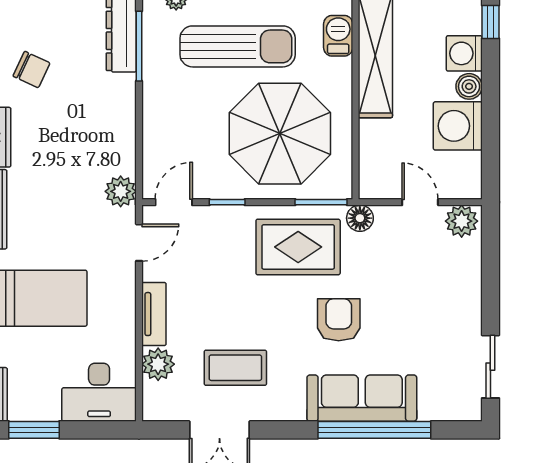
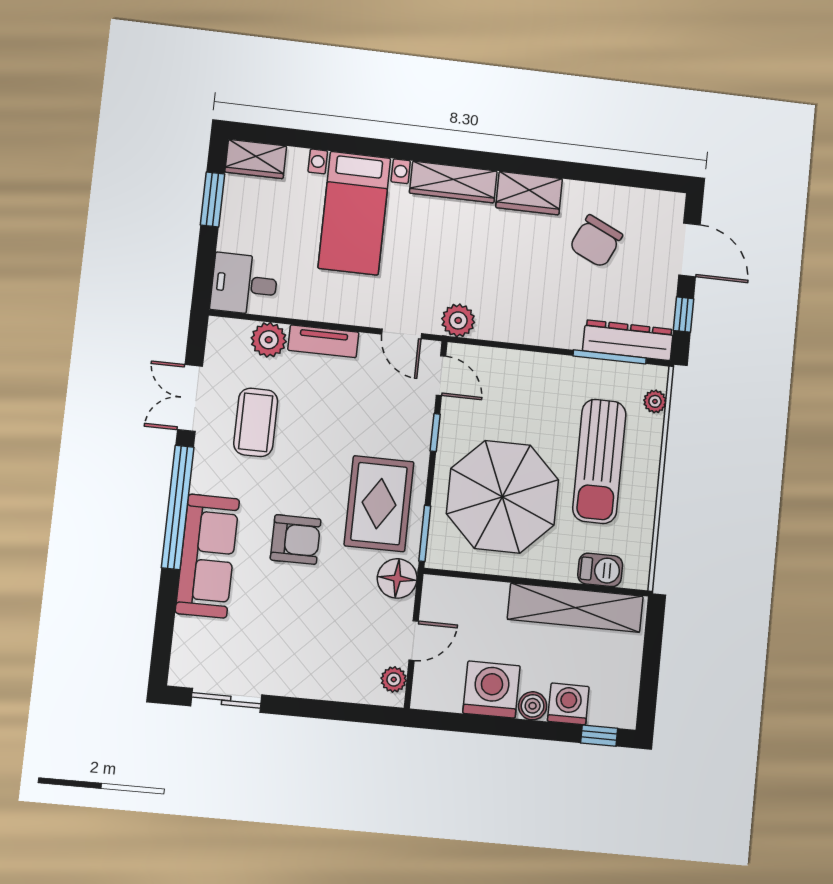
chair: (31, 70) -> (596, 241), width x1.37, depth x1.37
floor lamp: (360, 218) -> (397, 578), width x1.38, depth x1.38
plant: (462, 221) -> (394, 679), width x0.73, depth x0.73
desk: (99, 392) -> (244, 284), width x0.73
window: (374, 430) -> (178, 507), moved

